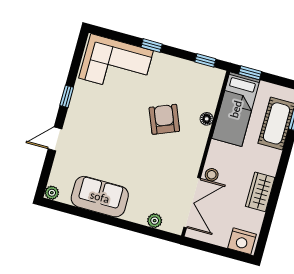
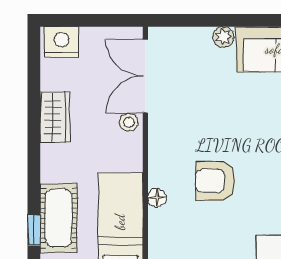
armchair: (164, 119) -> (215, 181), turned 112
plant: (155, 221) -> (223, 37), moved

